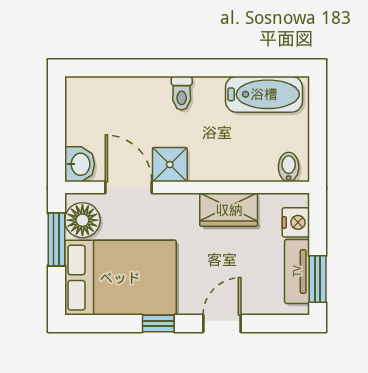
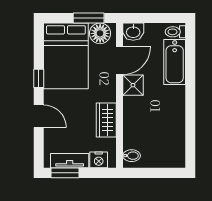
toilet: (182, 93) -> (175, 32), moved
bathtub: (264, 94) -> (175, 62), moved

